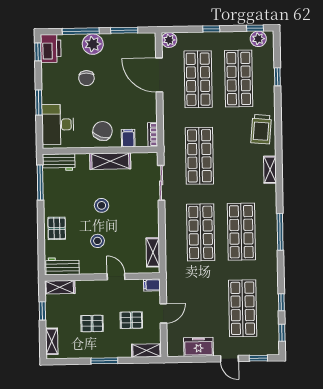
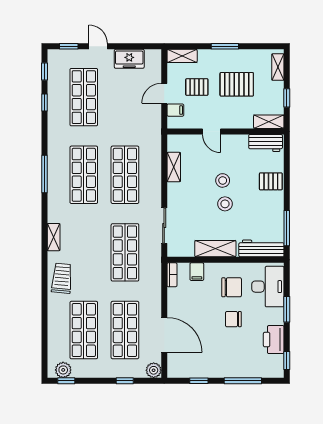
window: (211, 29) -> (125, 381), moved
window: (124, 30) -> (199, 381), width x0.67
plant: (93, 44) -> (231, 367), removed
printer: (51, 48) -> (274, 340), moved
window: (277, 77) -> (45, 331), removed
chair: (86, 78) -> (233, 319), moved, turned -90
chair: (103, 131) -> (232, 287), moved, turned -109
workbench: (59, 162) -> (261, 248), width x1.38
pallet: (57, 228) -> (271, 181), turned 90
stool: (97, 241) -> (223, 180), moved
shelving: (153, 252) -> (174, 167), moved
filing cabinet: (152, 285) -> (175, 110), moved
pallet: (92, 324) -> (237, 84), width x1.50, depth x1.42

